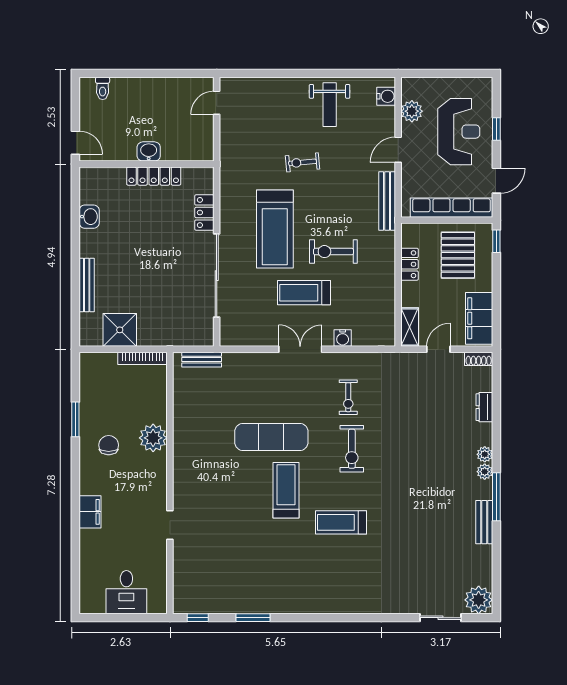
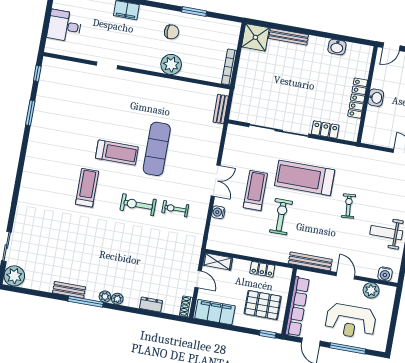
window: (496, 129) -> (348, 348), width x2.17
shower: (120, 330) -> (255, 37), moved

